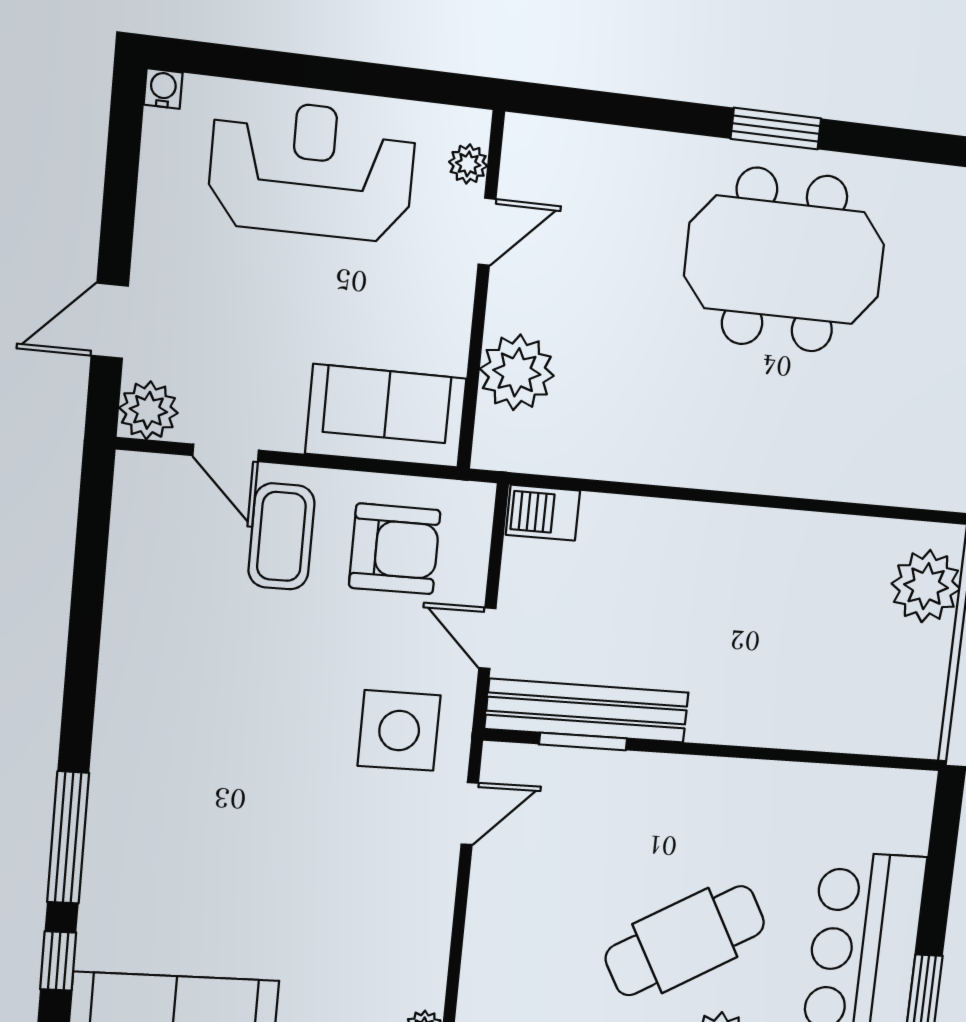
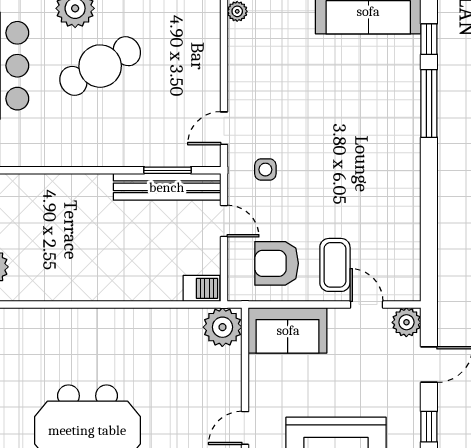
window: (120, 194) -> (429, 427), added
plant: (517, 372) -> (222, 327), moved
side table: (399, 730) -> (265, 170), width x0.54, depth x0.54

